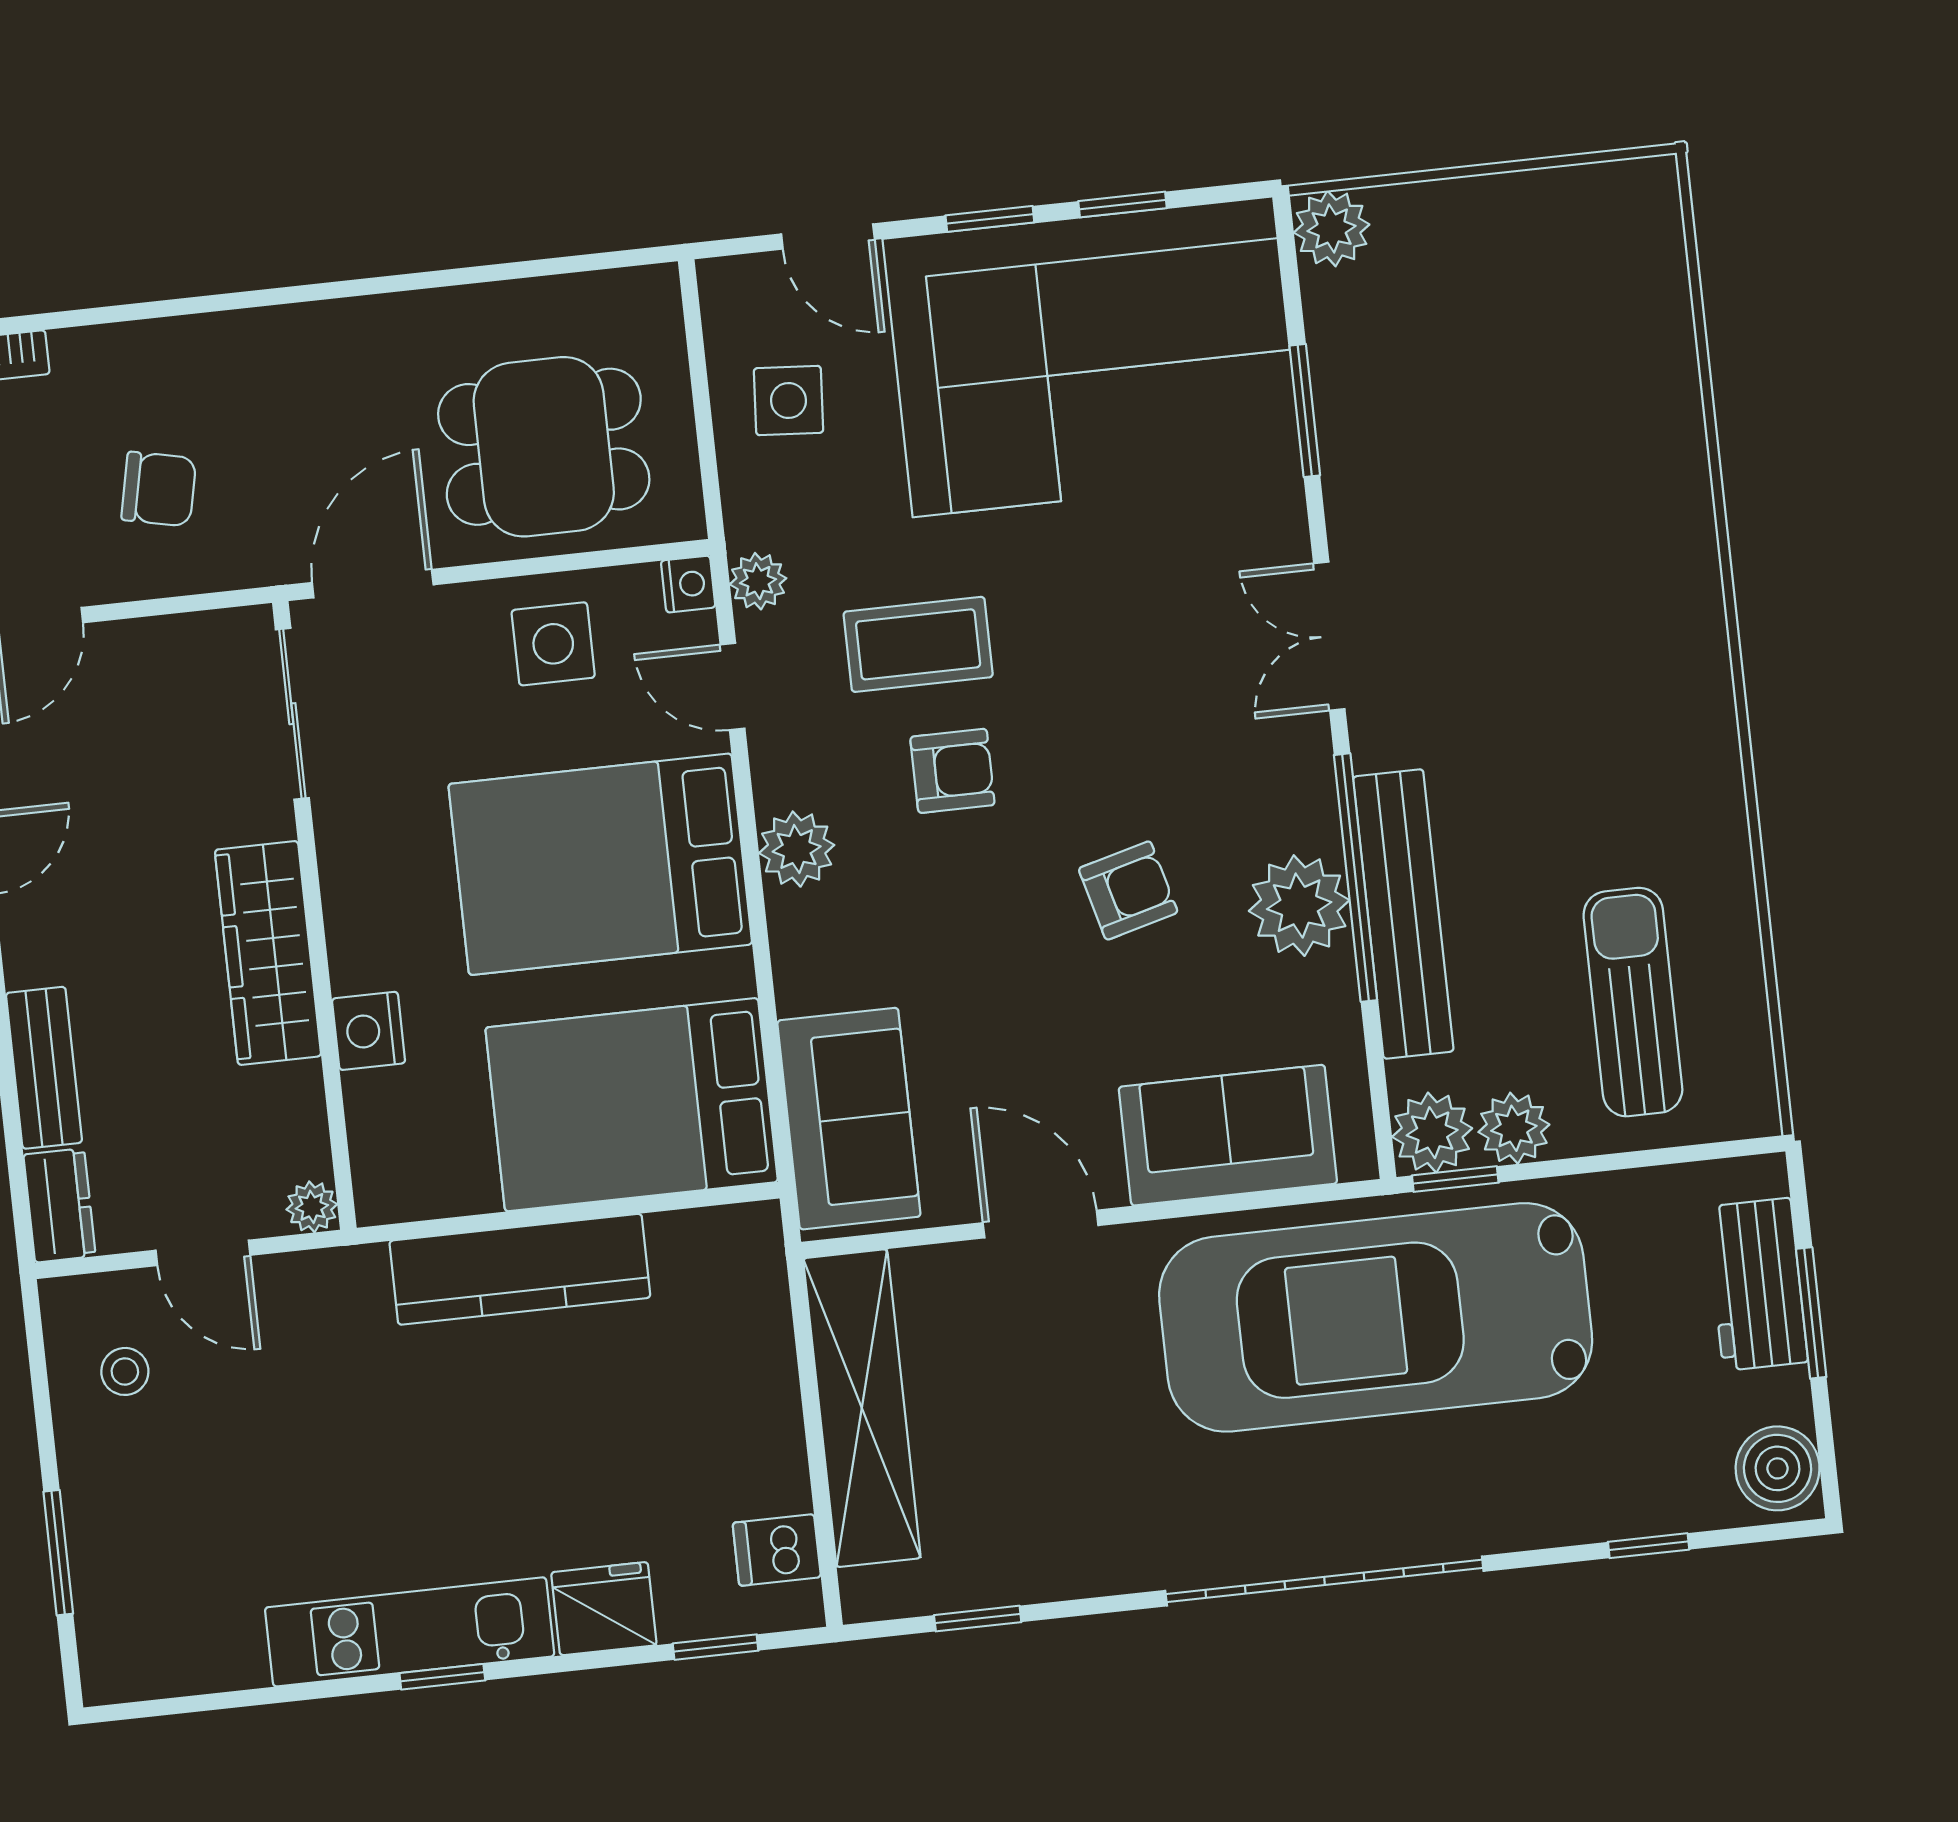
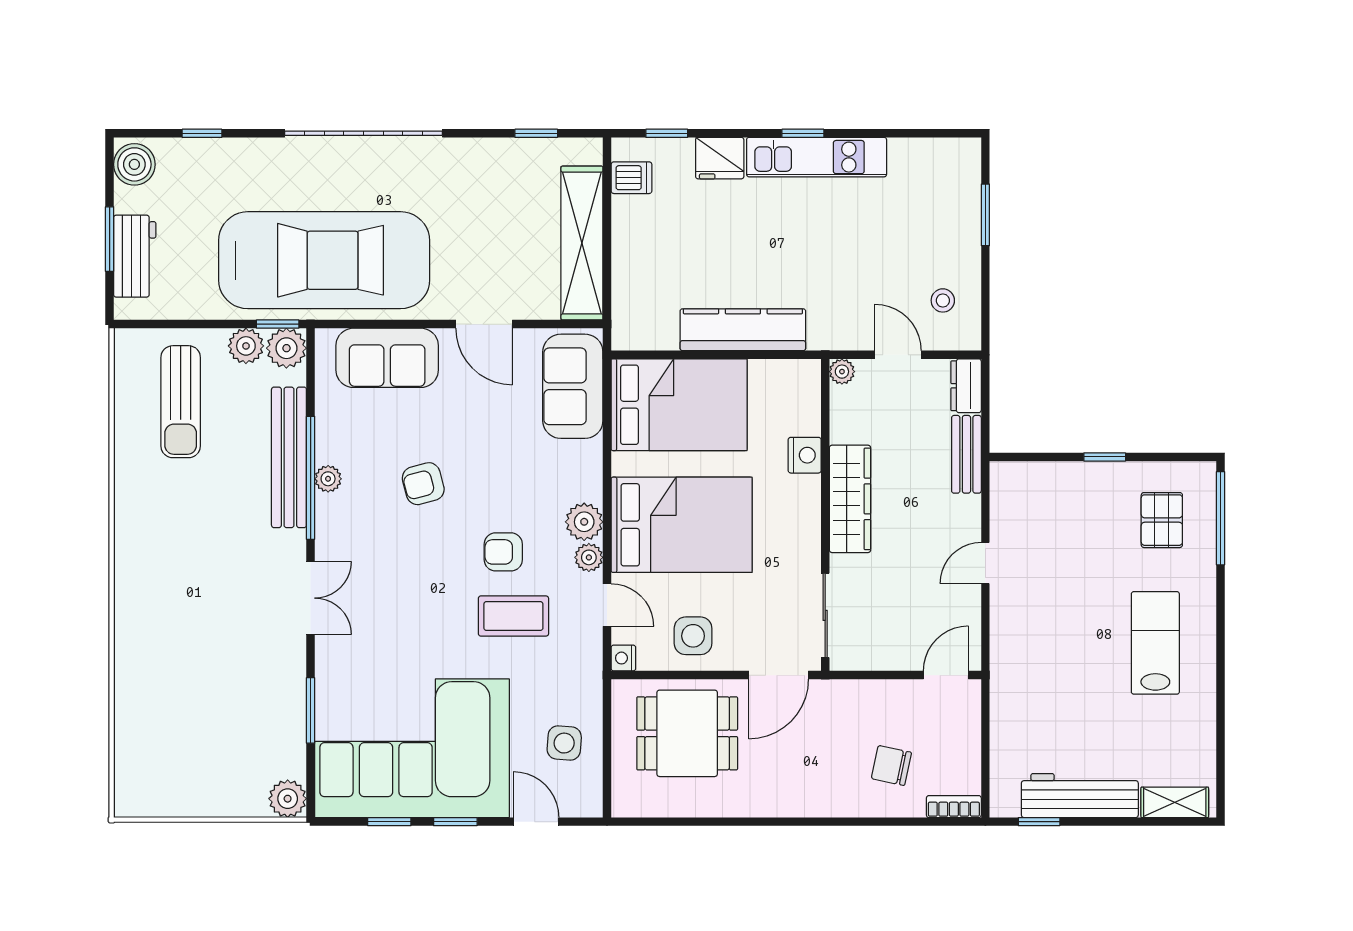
chair: (159, 489) -> (891, 765), moved
plant: (758, 581) -> (589, 557), moved
plant: (1299, 906) -> (328, 479), width x0.53, depth x0.53

